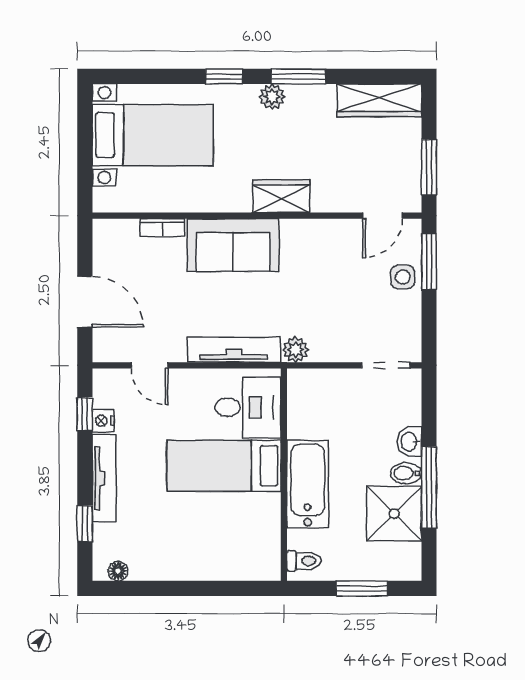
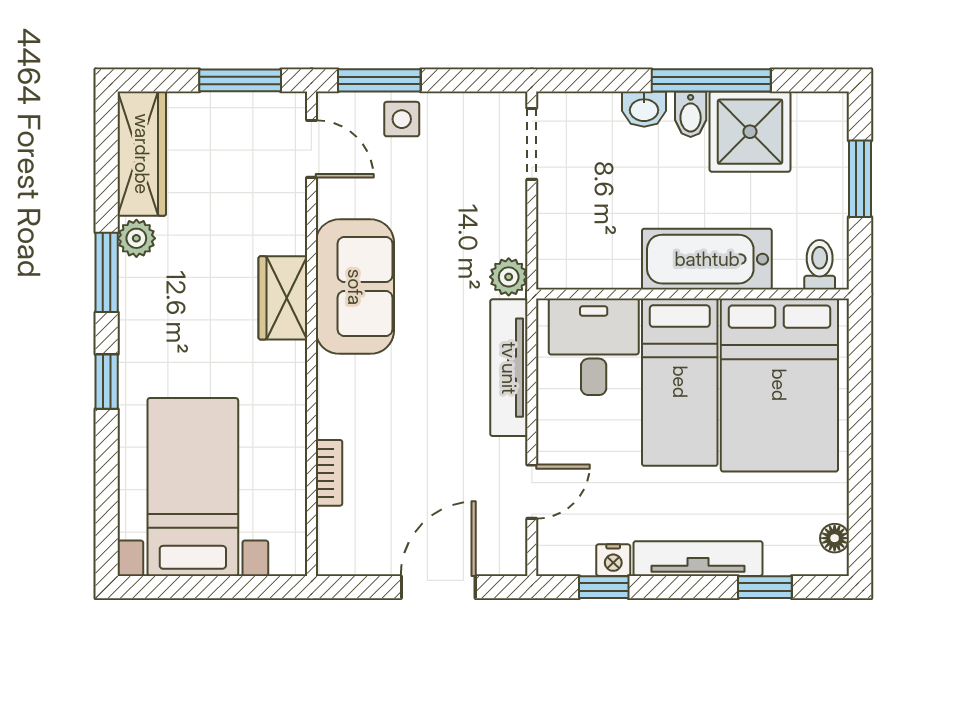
plant: (272, 97) -> (136, 238), moved
sofa: (233, 245) -> (355, 287), moved
bed: (222, 534) -> (779, 385), added

